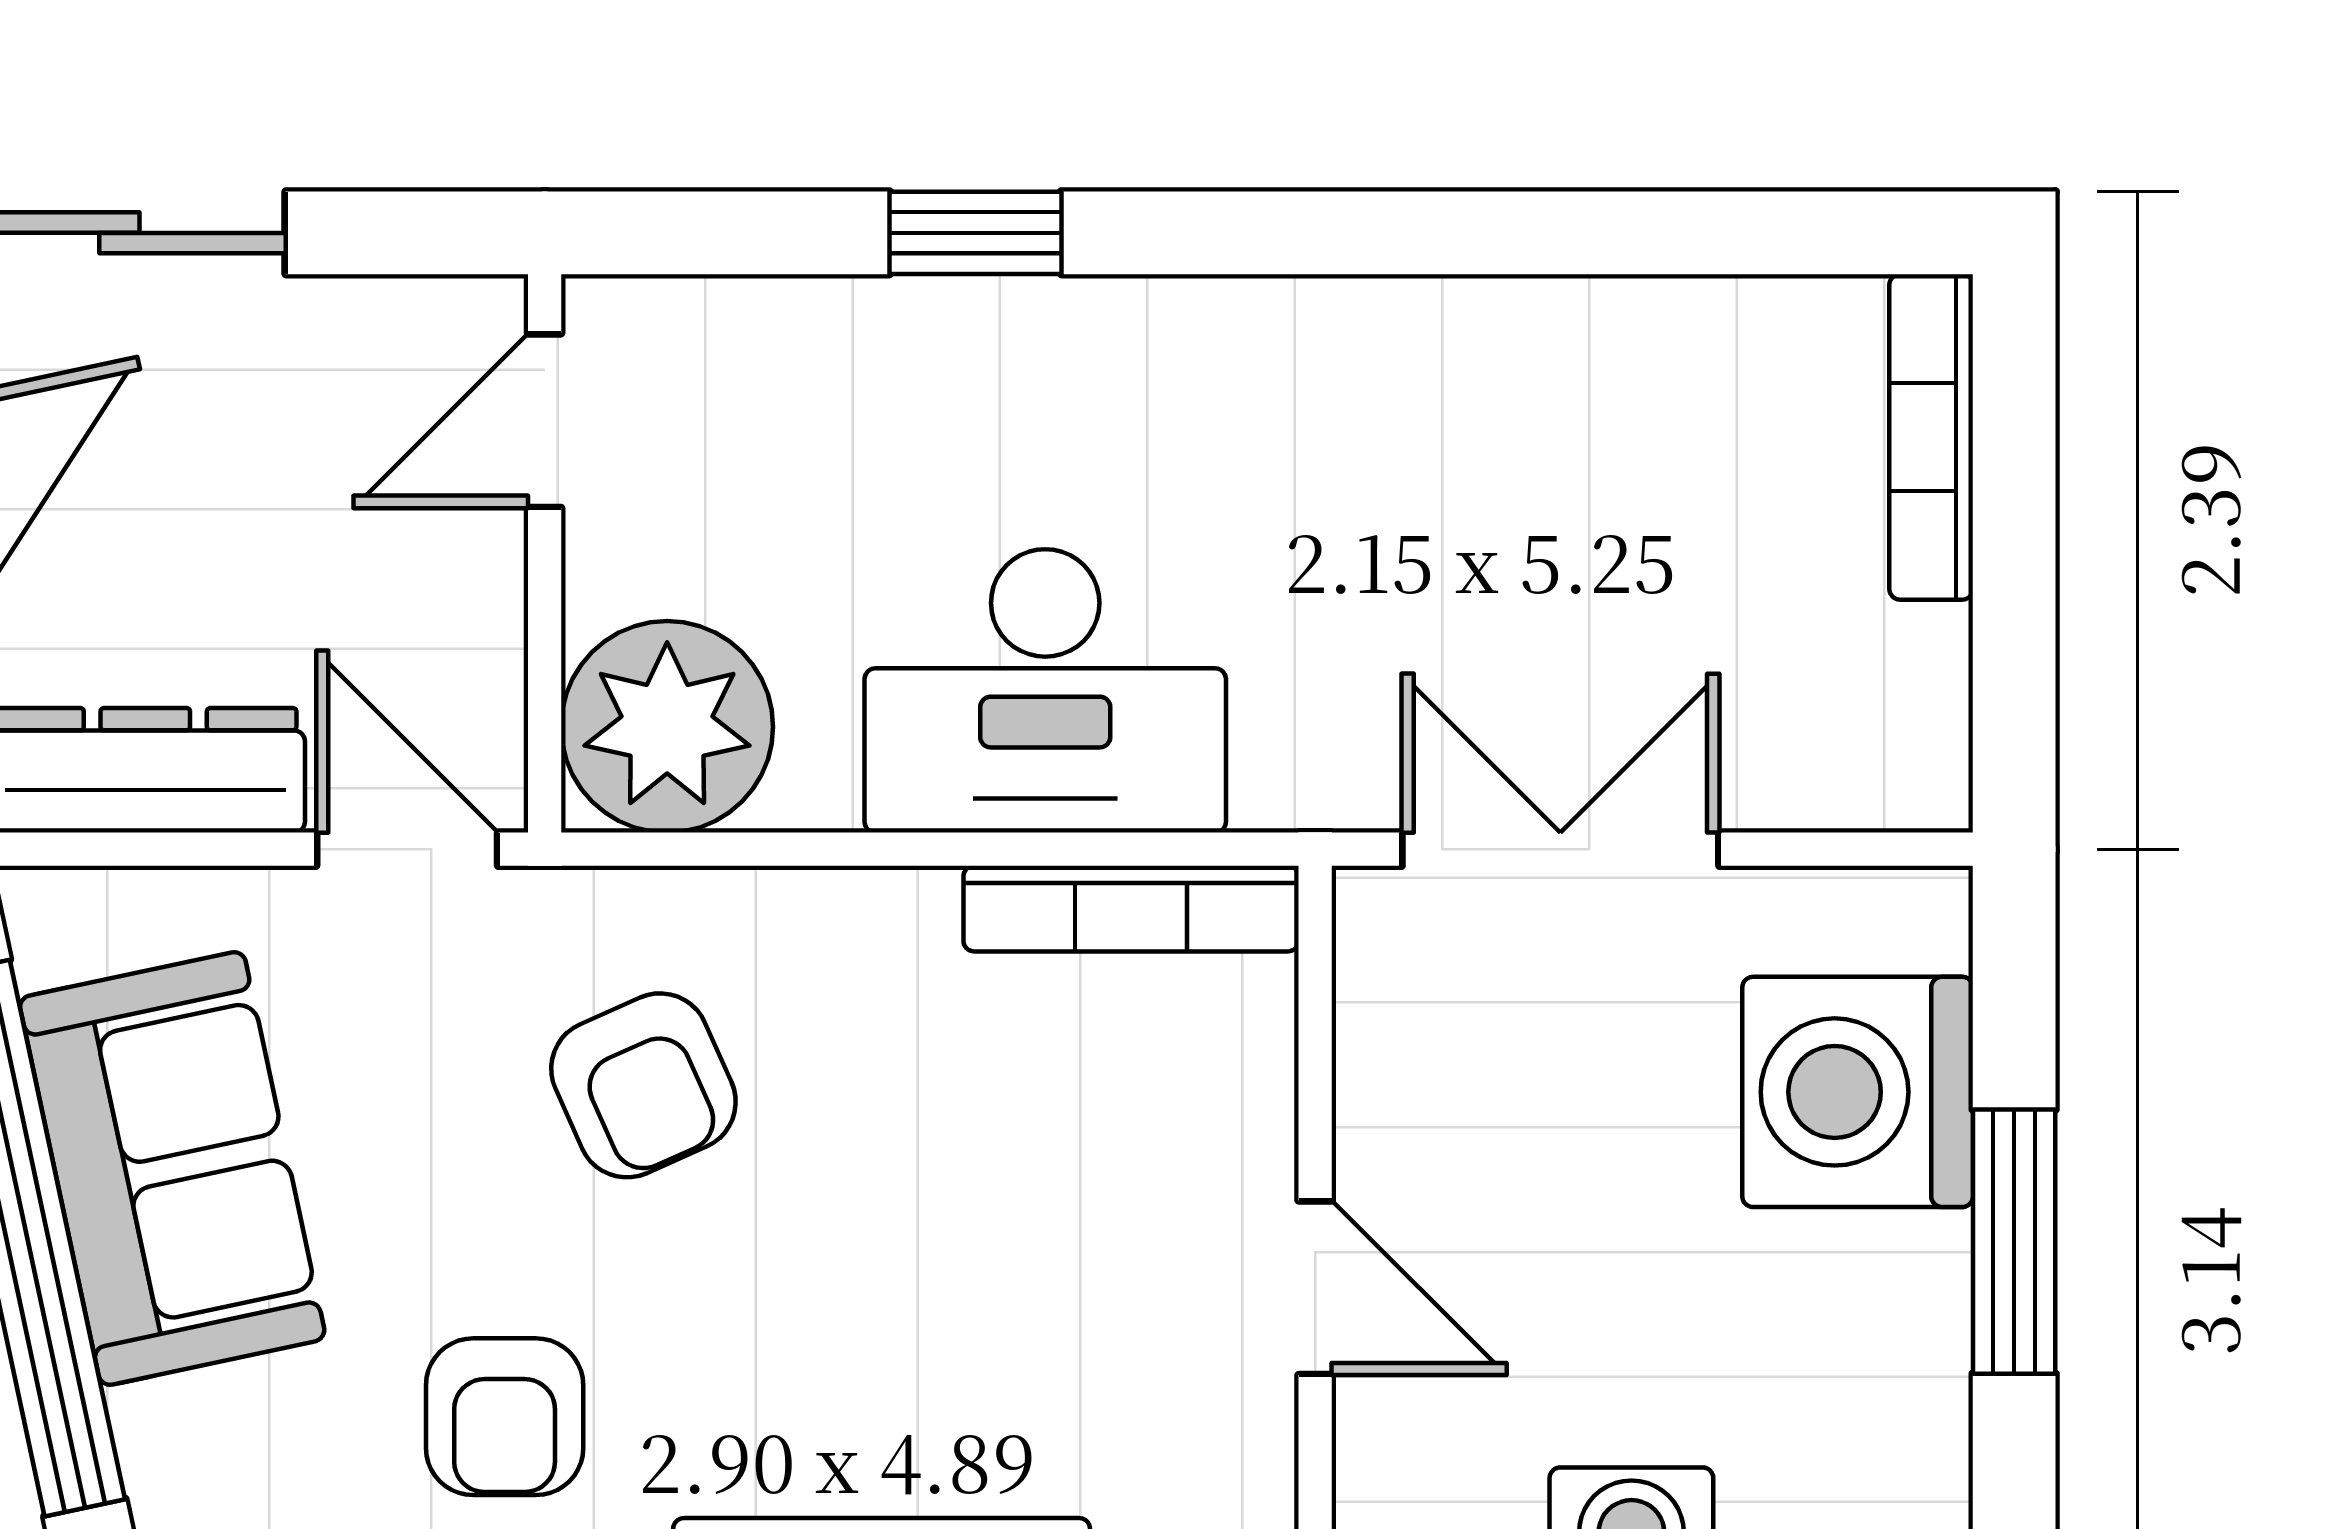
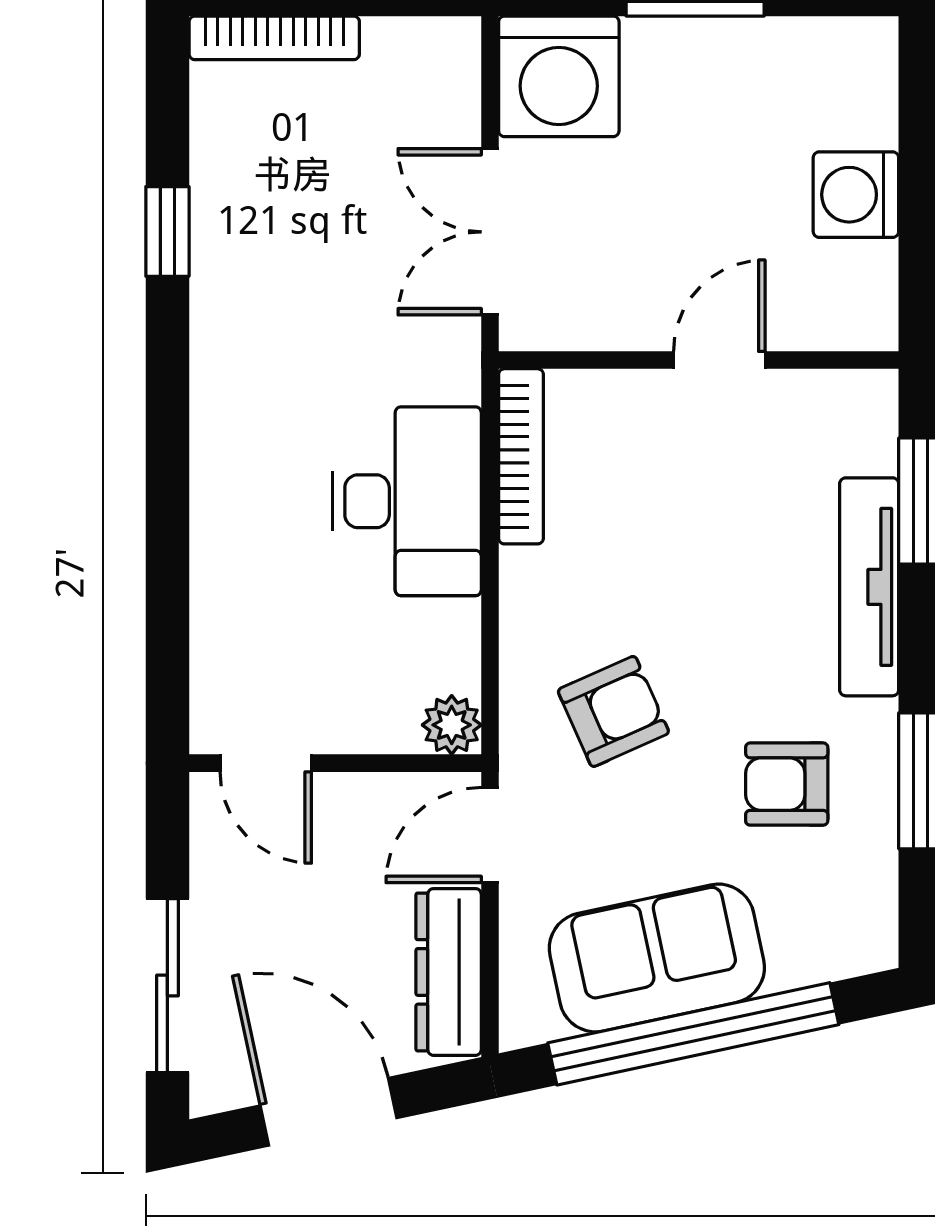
window: (975, 233) -> (167, 231), moved
plant: (667, 727) -> (452, 725), width x0.53, depth x0.53
washing machine: (1858, 1092) -> (559, 76), moved
armchair: (505, 1417) -> (787, 784), turned 180

